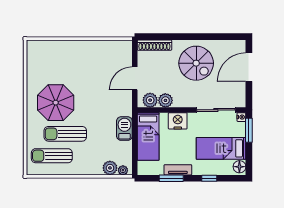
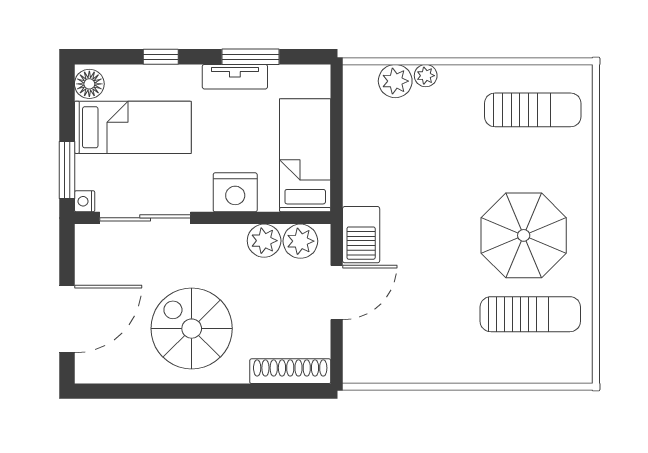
barbecue: (124, 129) -> (361, 235), moved
sun lounger: (65, 134) -> (530, 314), moved
plant: (123, 170) -> (426, 76), moved

